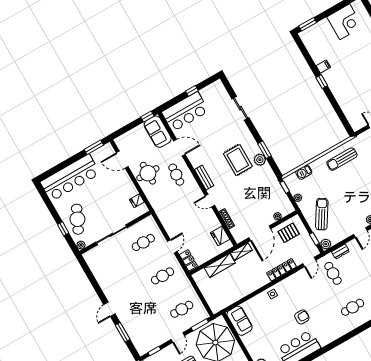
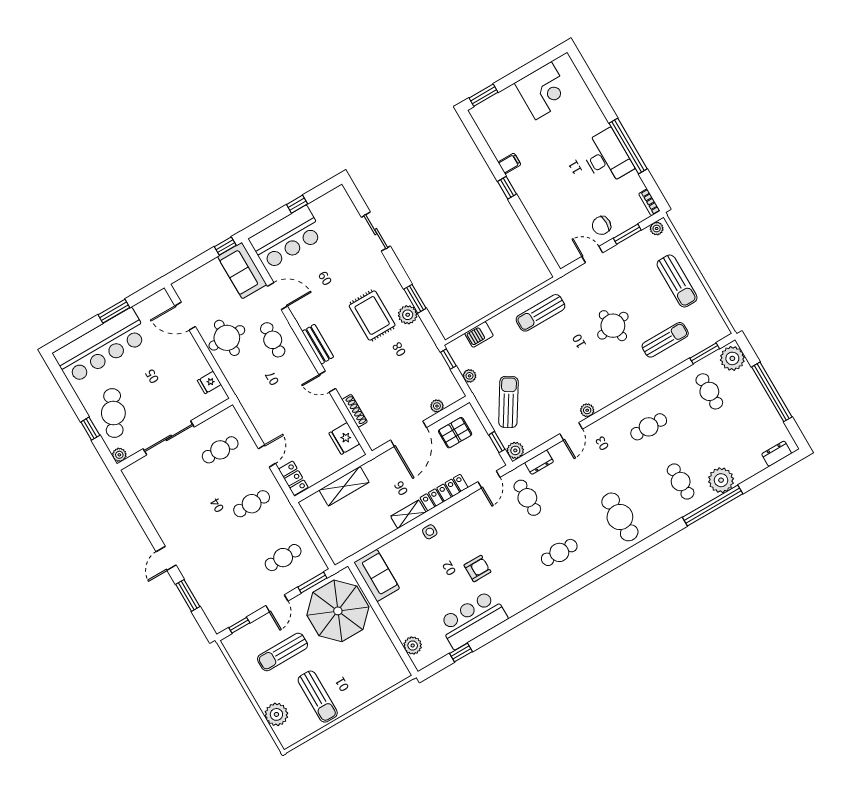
window: (94, 147) -> (114, 311), moved
shelving: (241, 252) -> (408, 514), moved

